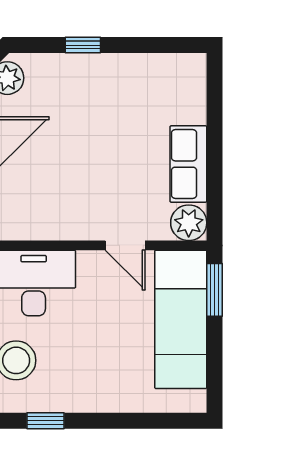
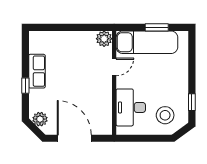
row of seats: (188, 164) -> (37, 71), moved, turned -90
window: (215, 290) -> (157, 27), moved

